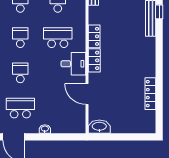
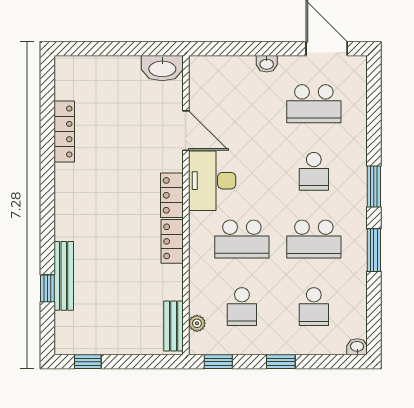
school desk: (20, 38) -> (314, 239), width x1.85
desk: (73, 64) -> (212, 181), width x1.37

